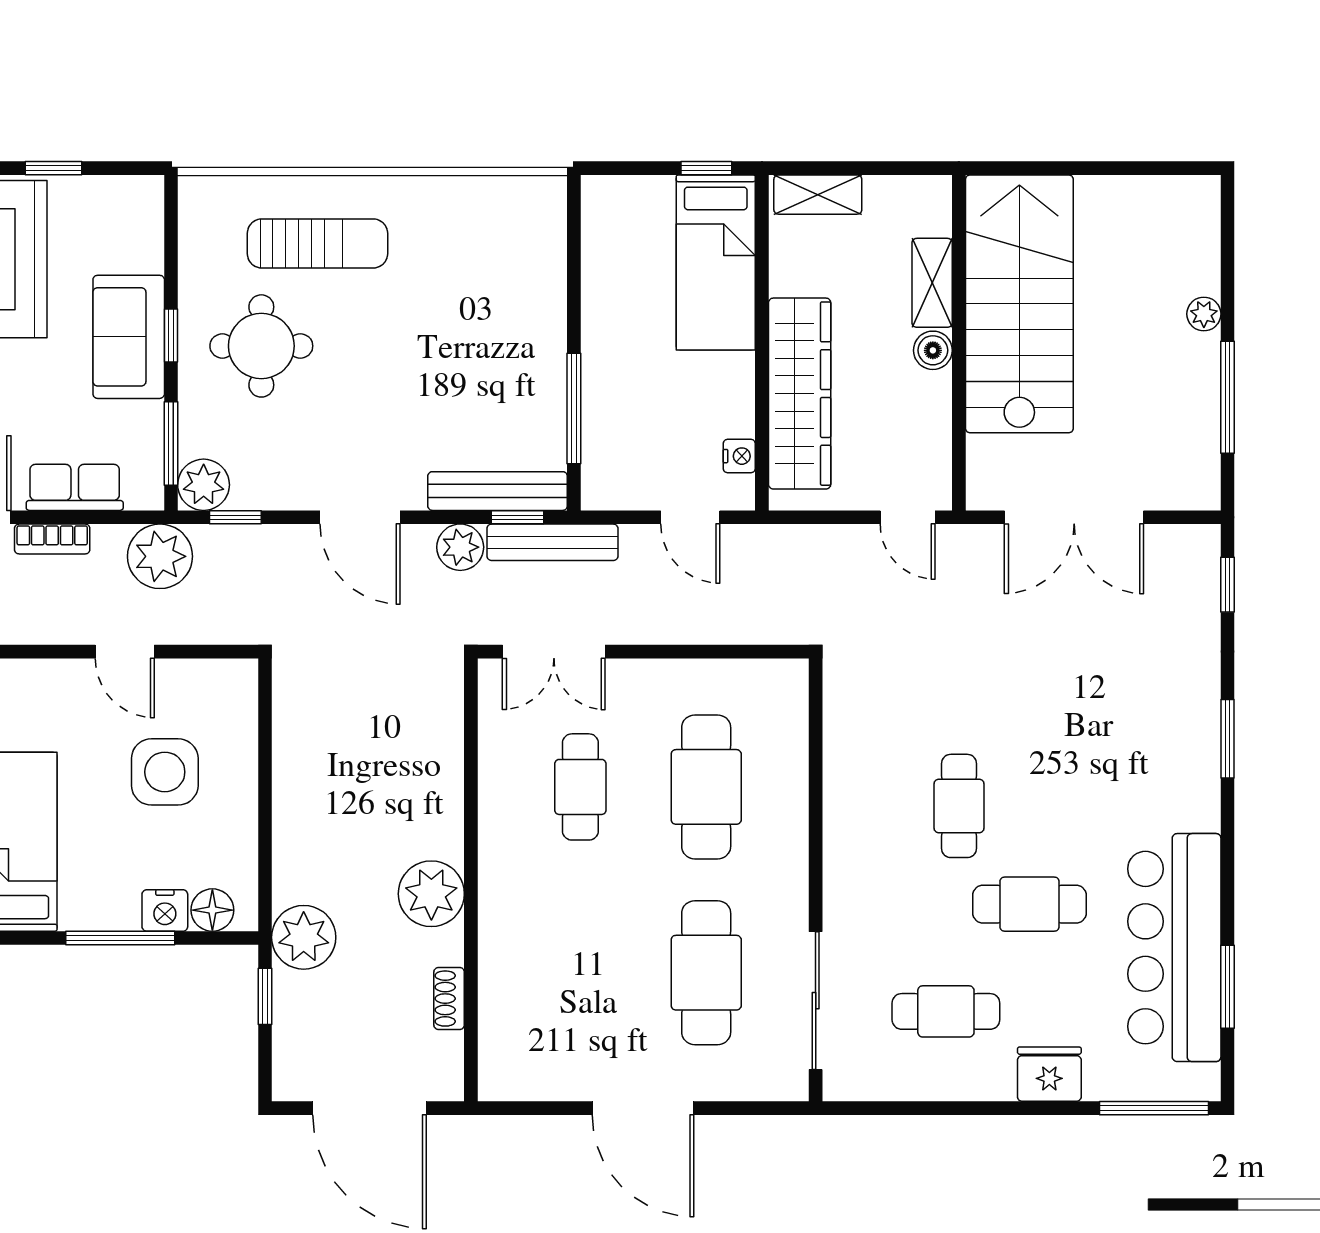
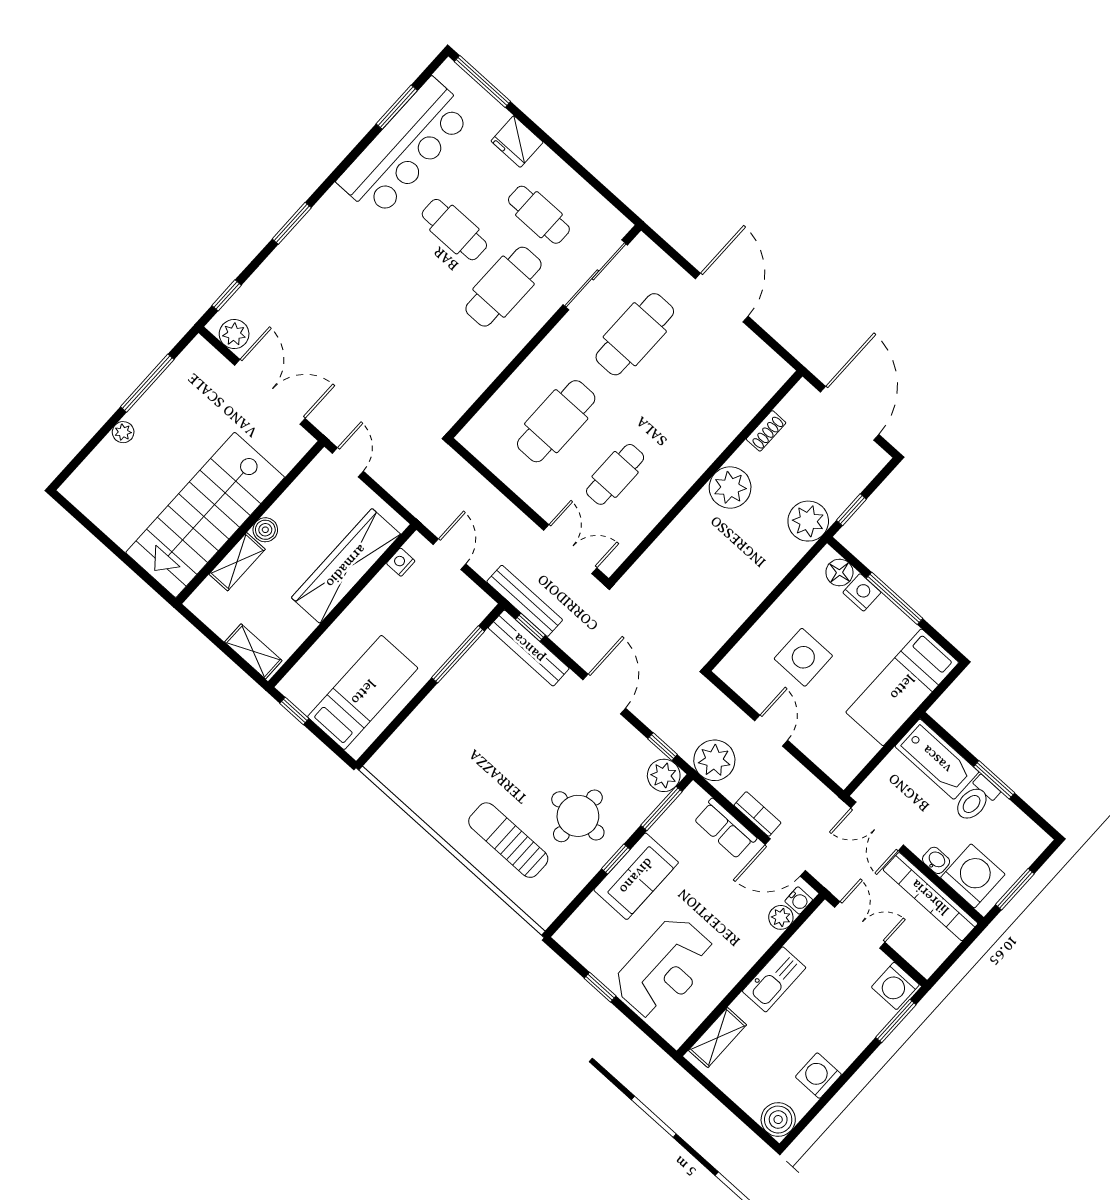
bed: (716, 262) -> (363, 692), moved
plant: (460, 547) -> (234, 334), moved
cafe table: (959, 806) -> (504, 287), moved, width x1.37, depth x1.35

